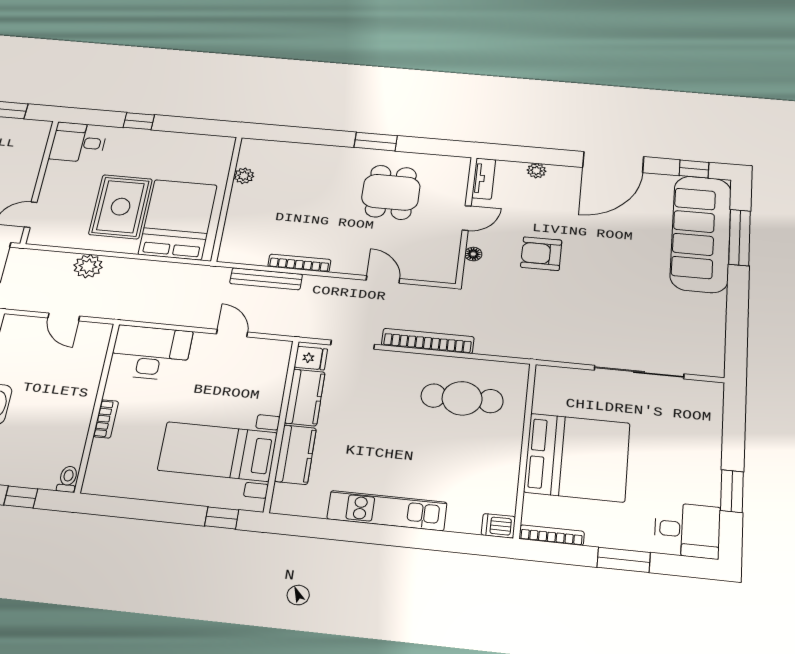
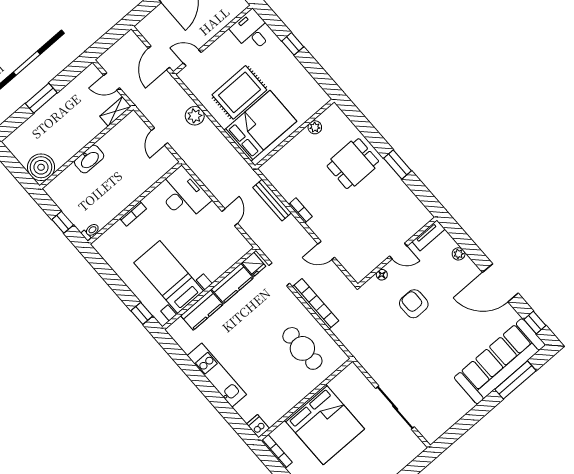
dining table: (391, 192) -> (353, 164), moved
bookcase: (299, 263) -> (300, 211), width x0.64
door: (383, 279) -> (326, 251), swing flipped

